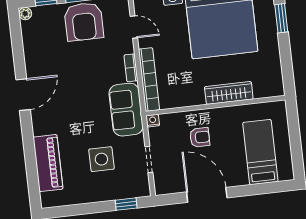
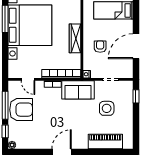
door: (134, 27) -> (28, 79), swing flipped
wardrobe: (229, 93) -> (75, 38), moved
door: (23, 95) -> (62, 152), hinge flipped

